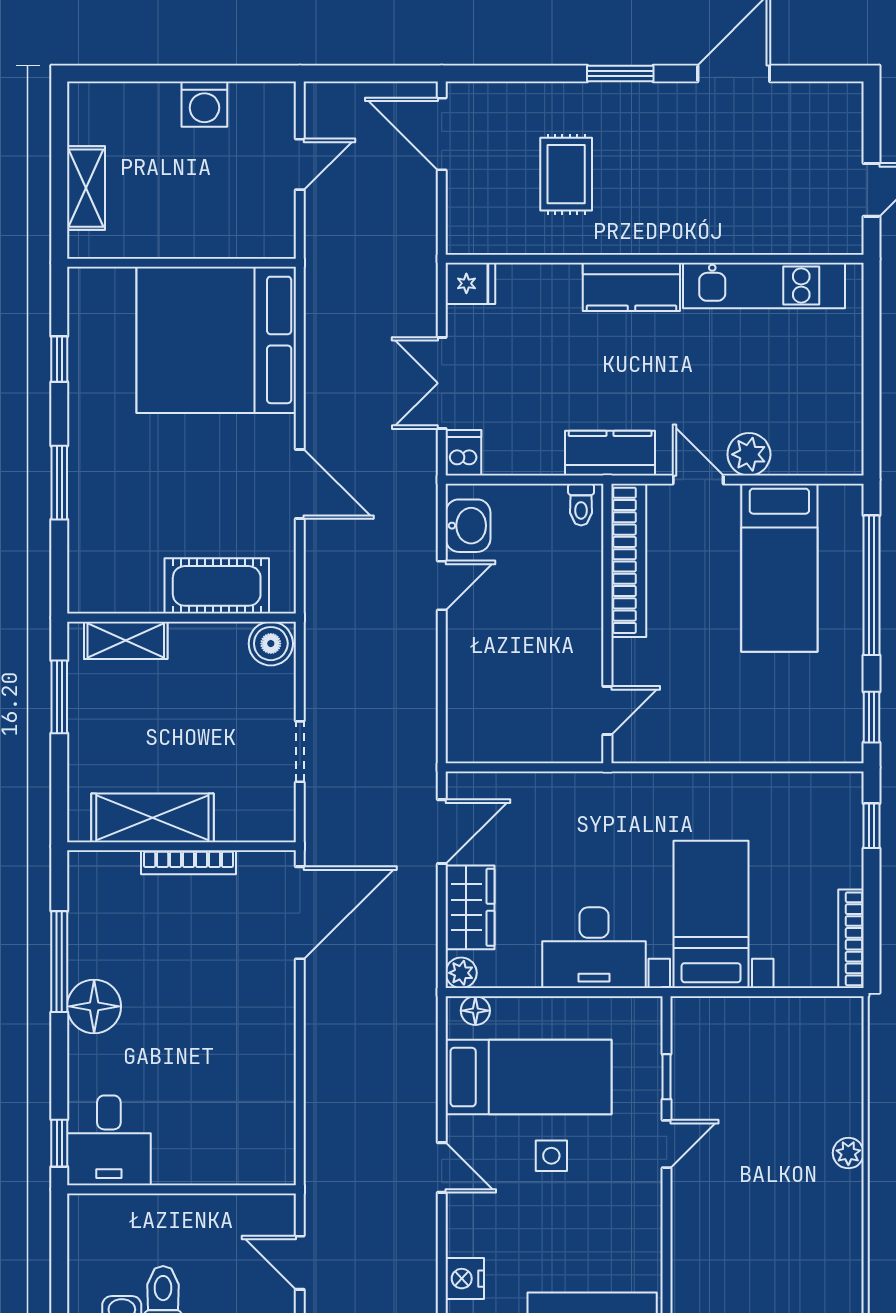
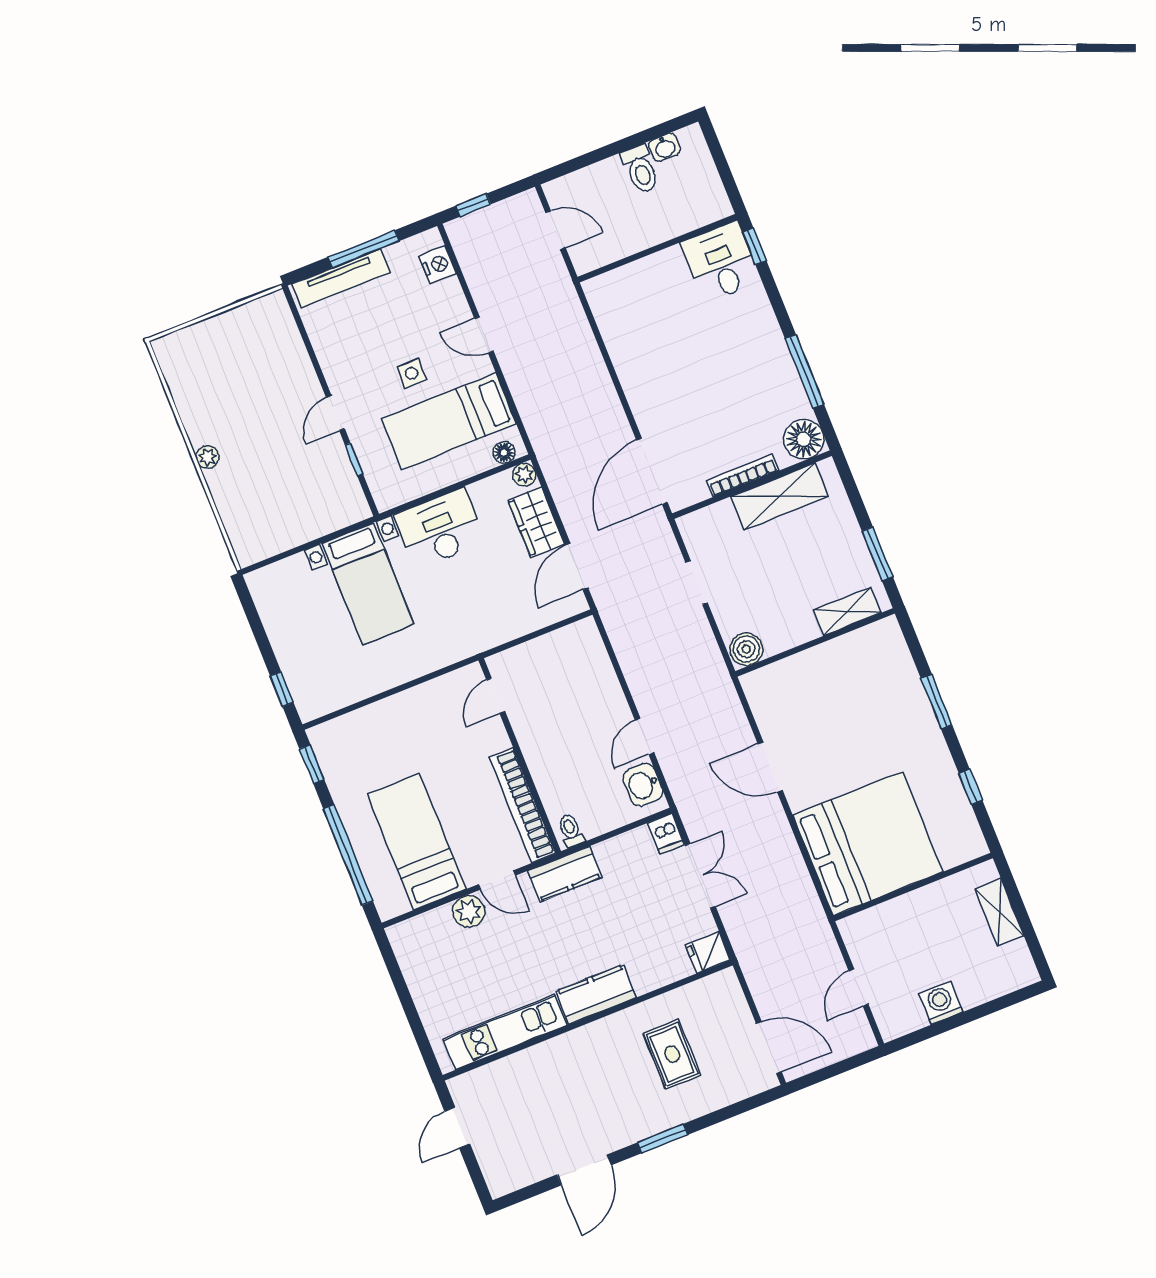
cot: (217, 586) -> (799, 674), removed
bookcase: (851, 939) -> (265, 606), removed
floor lamp: (94, 1006) -> (804, 439), moved

